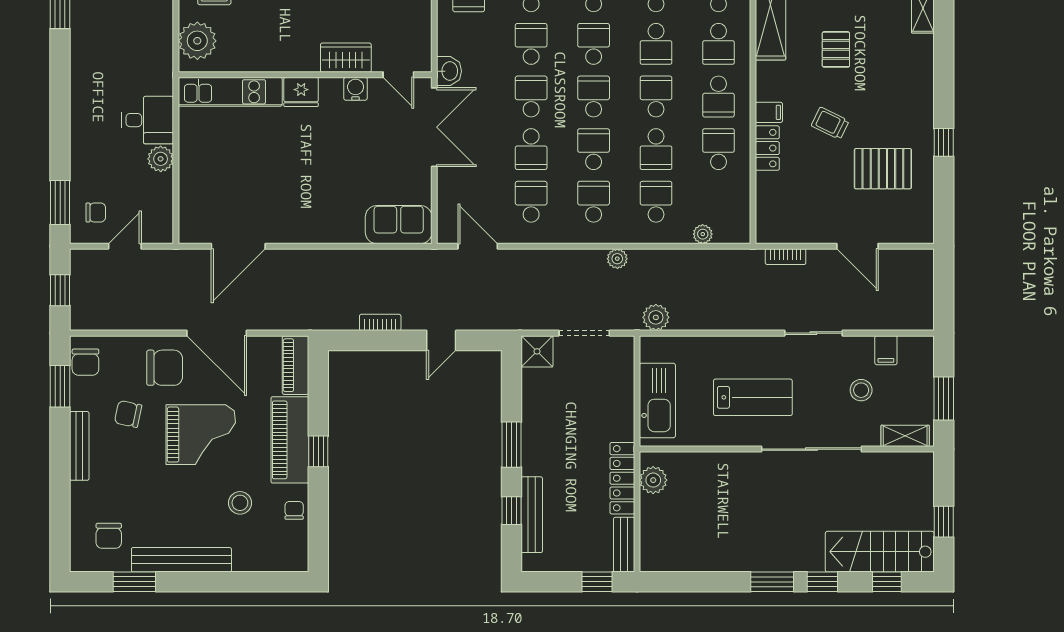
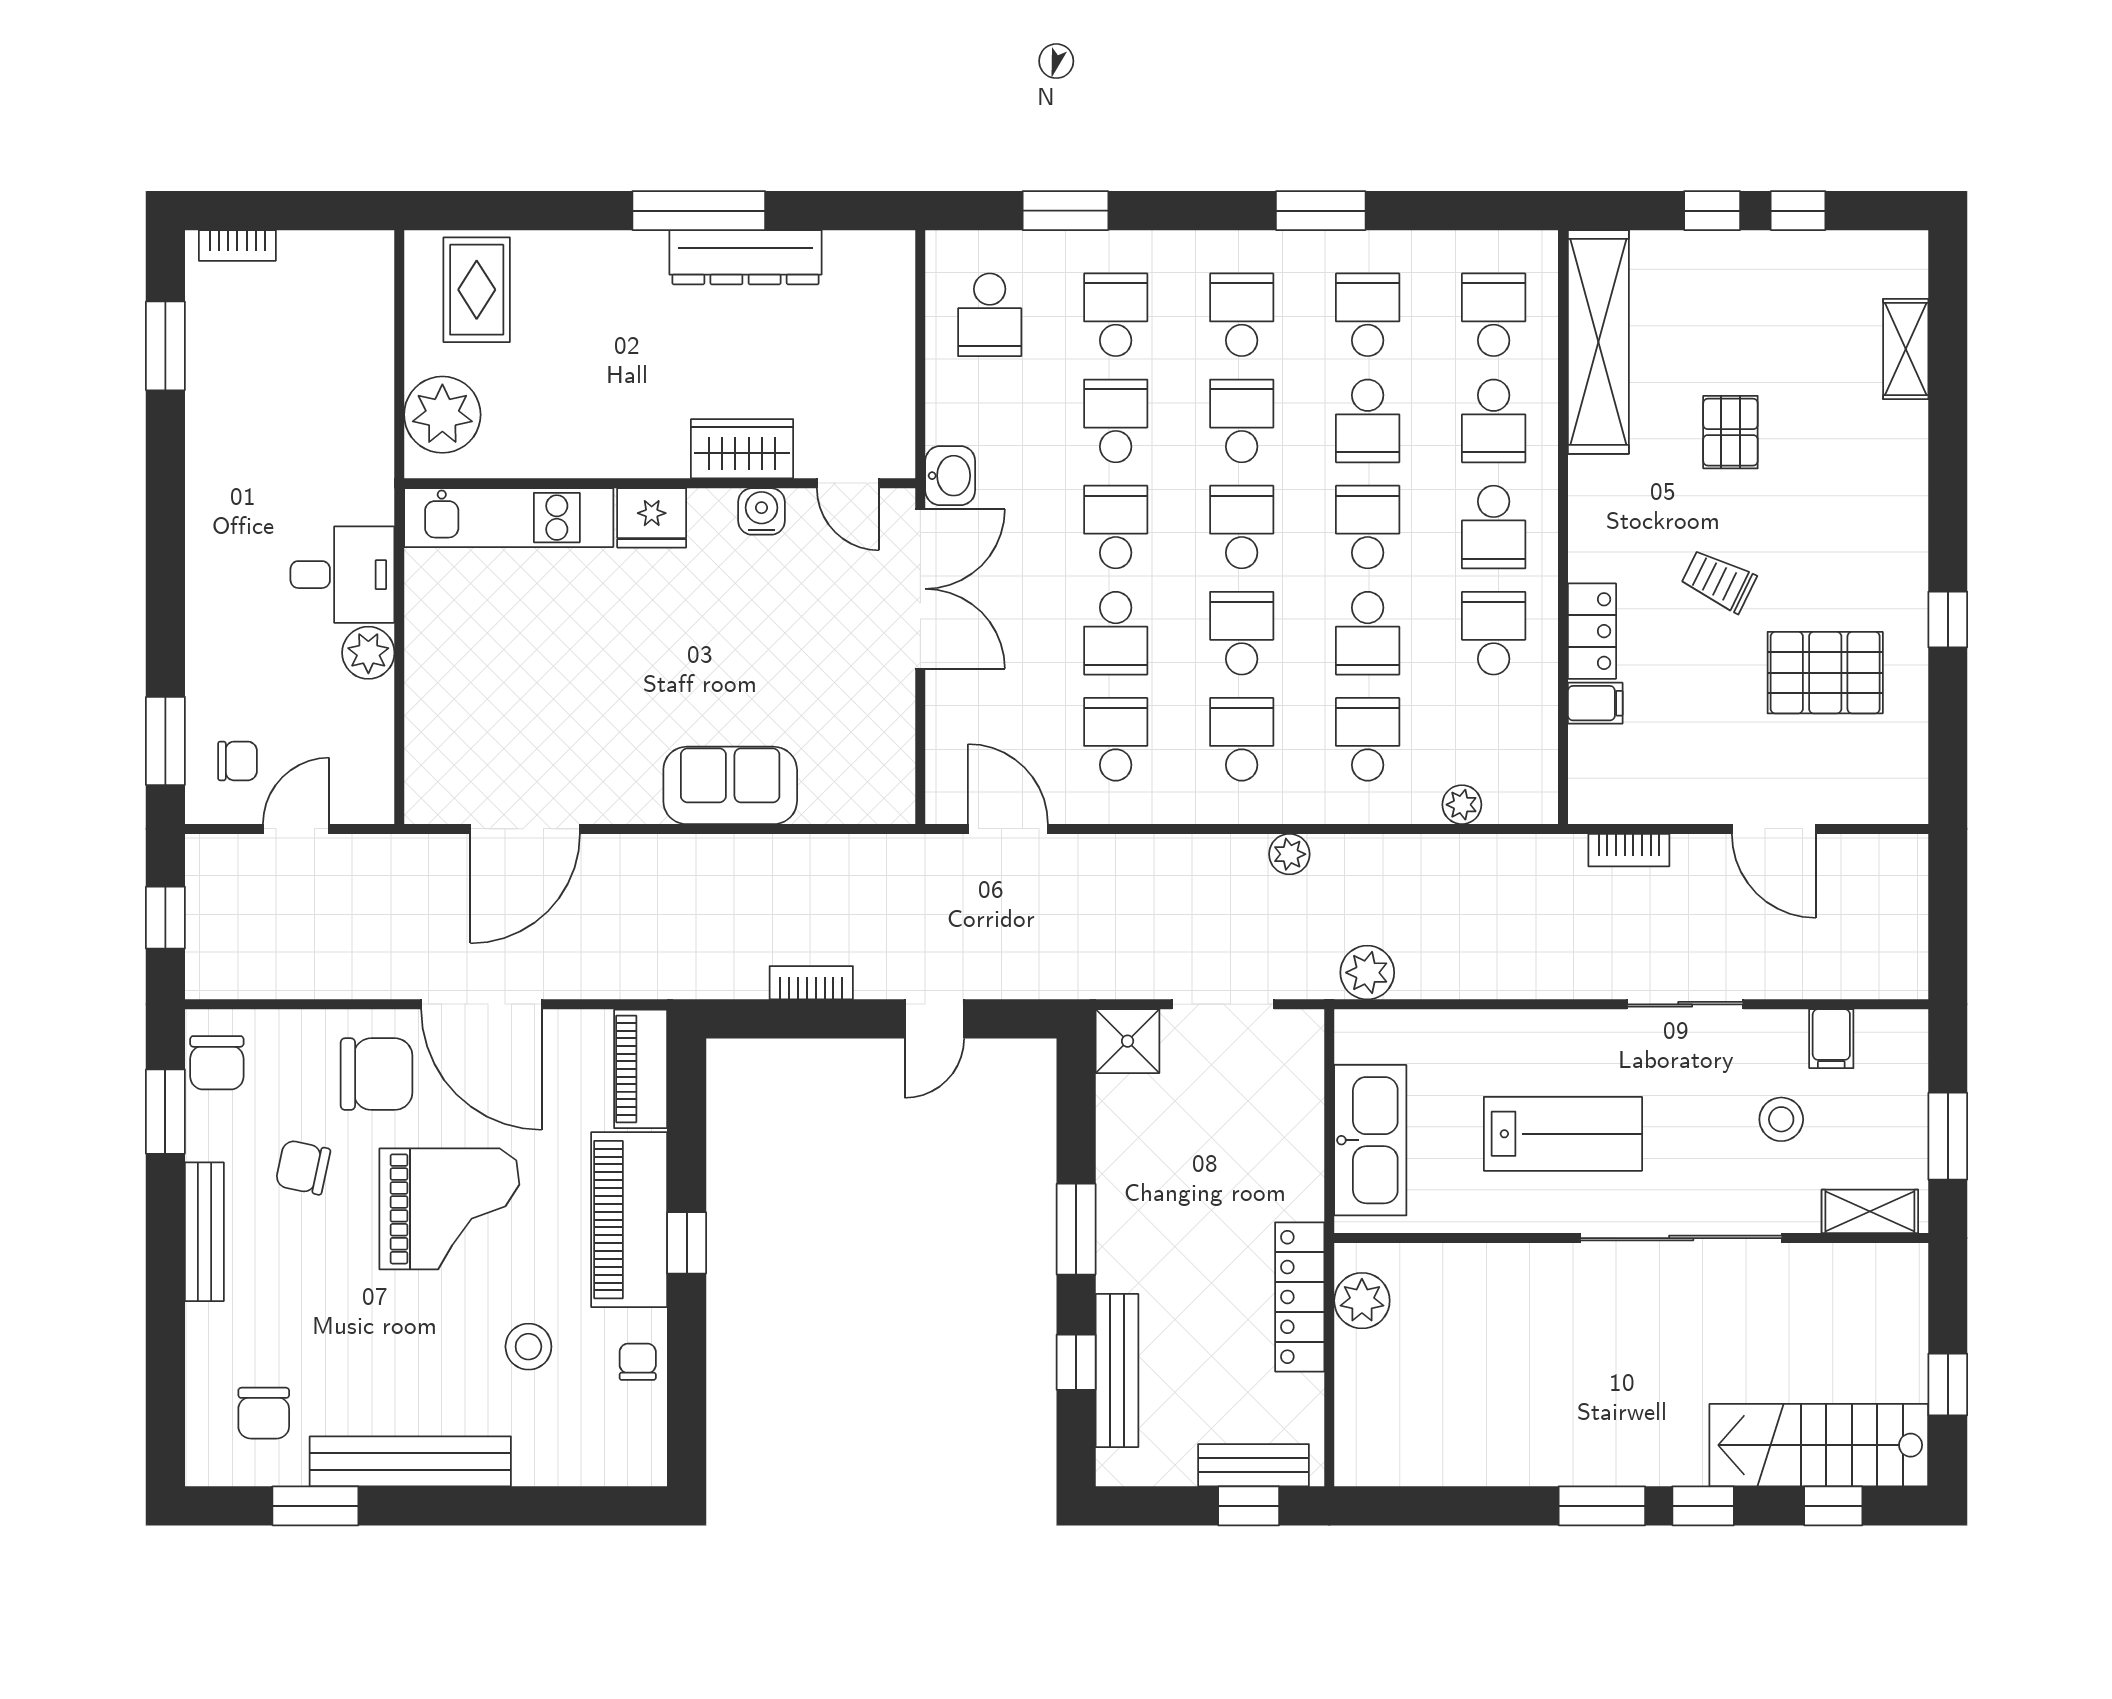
filing cabinet: (769, 112) -> (1595, 703), moved
sofa: (399, 225) -> (730, 785), moved
bench: (624, 545) -> (1254, 1465), moved, turned 90

